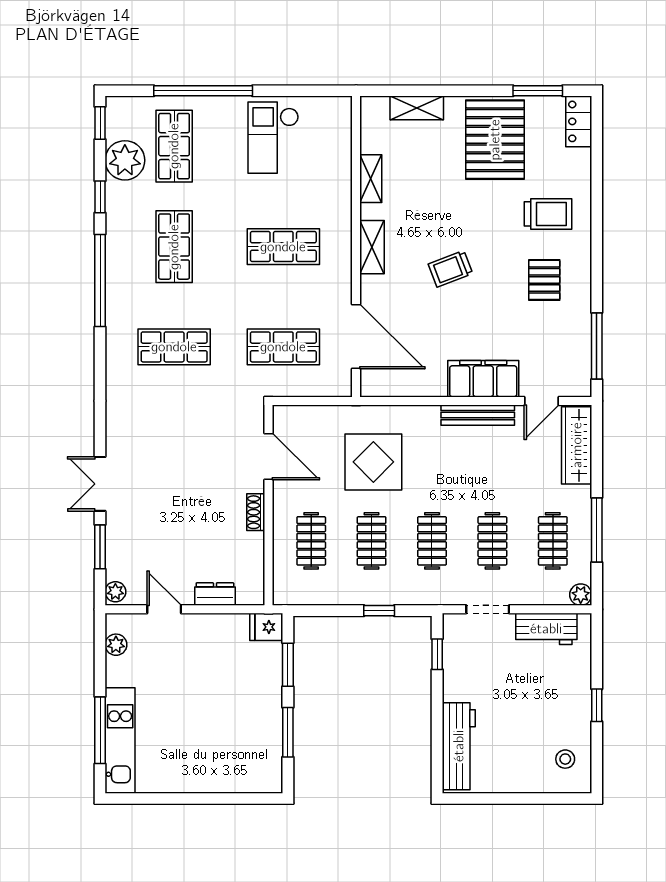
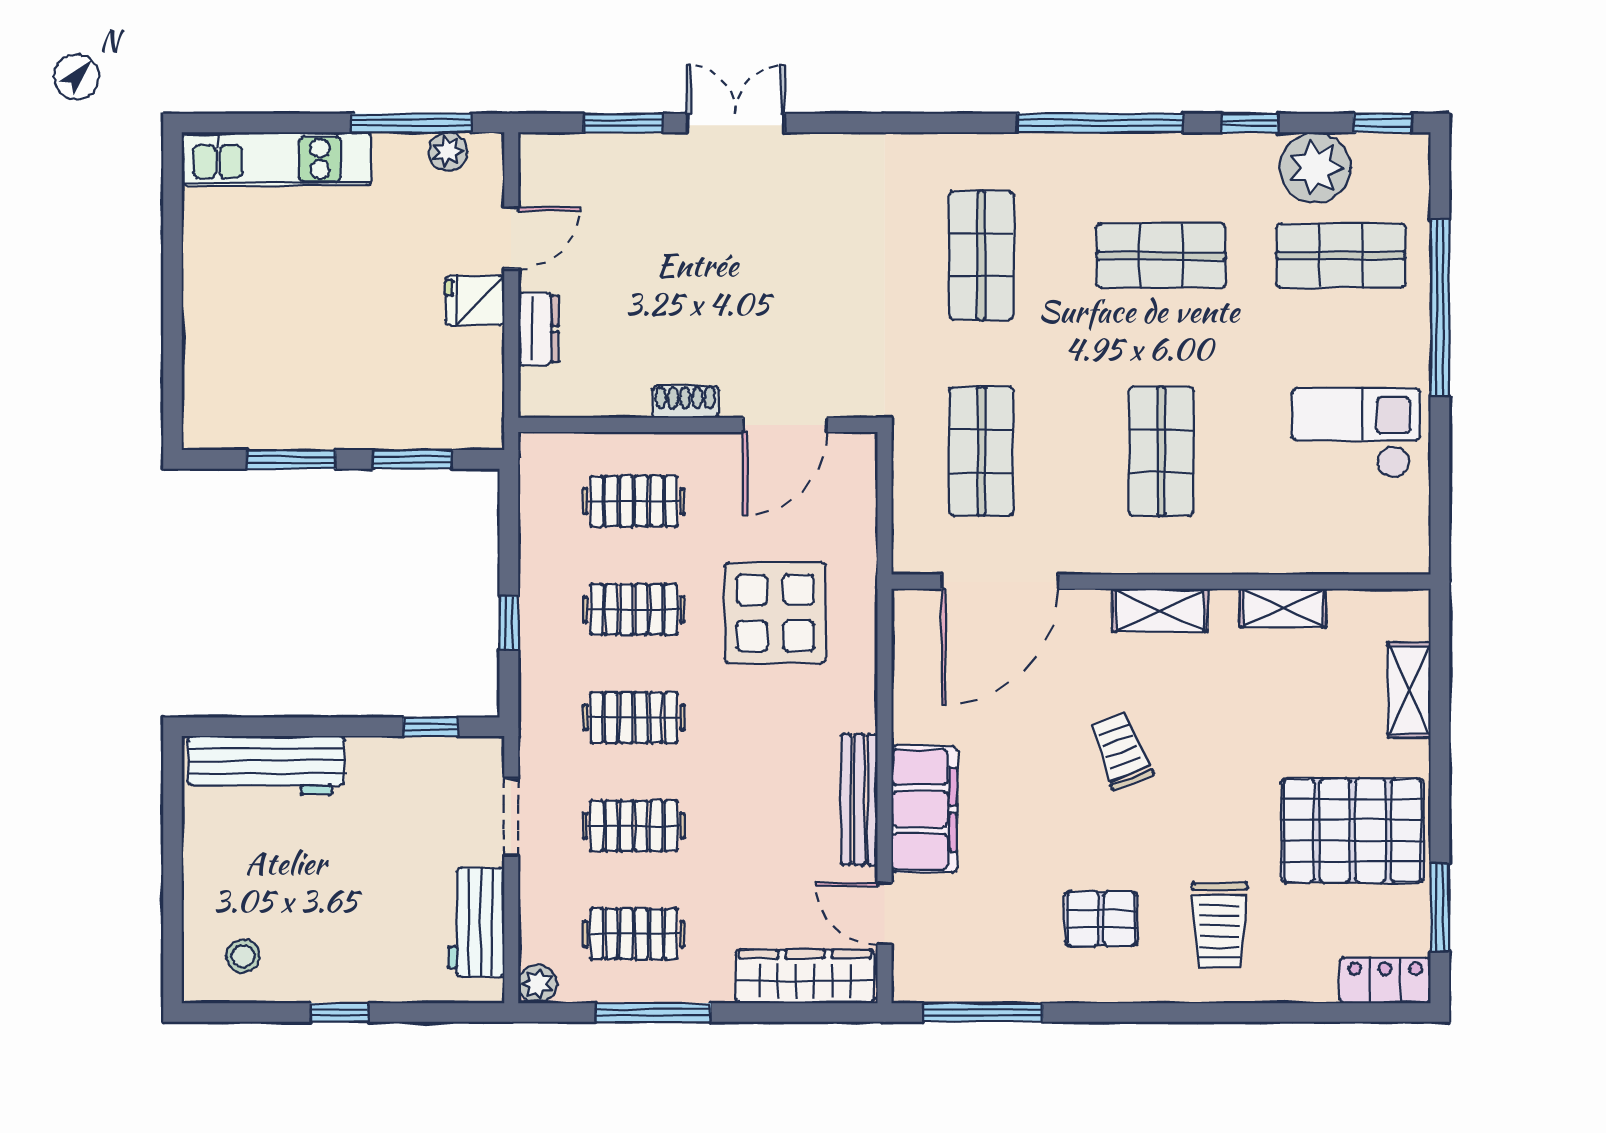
plant: (115, 592) -> (543, 151), removed
fridge: (266, 627) -> (475, 301), moved, turned -90
window: (100, 730) -> (412, 123), moved

